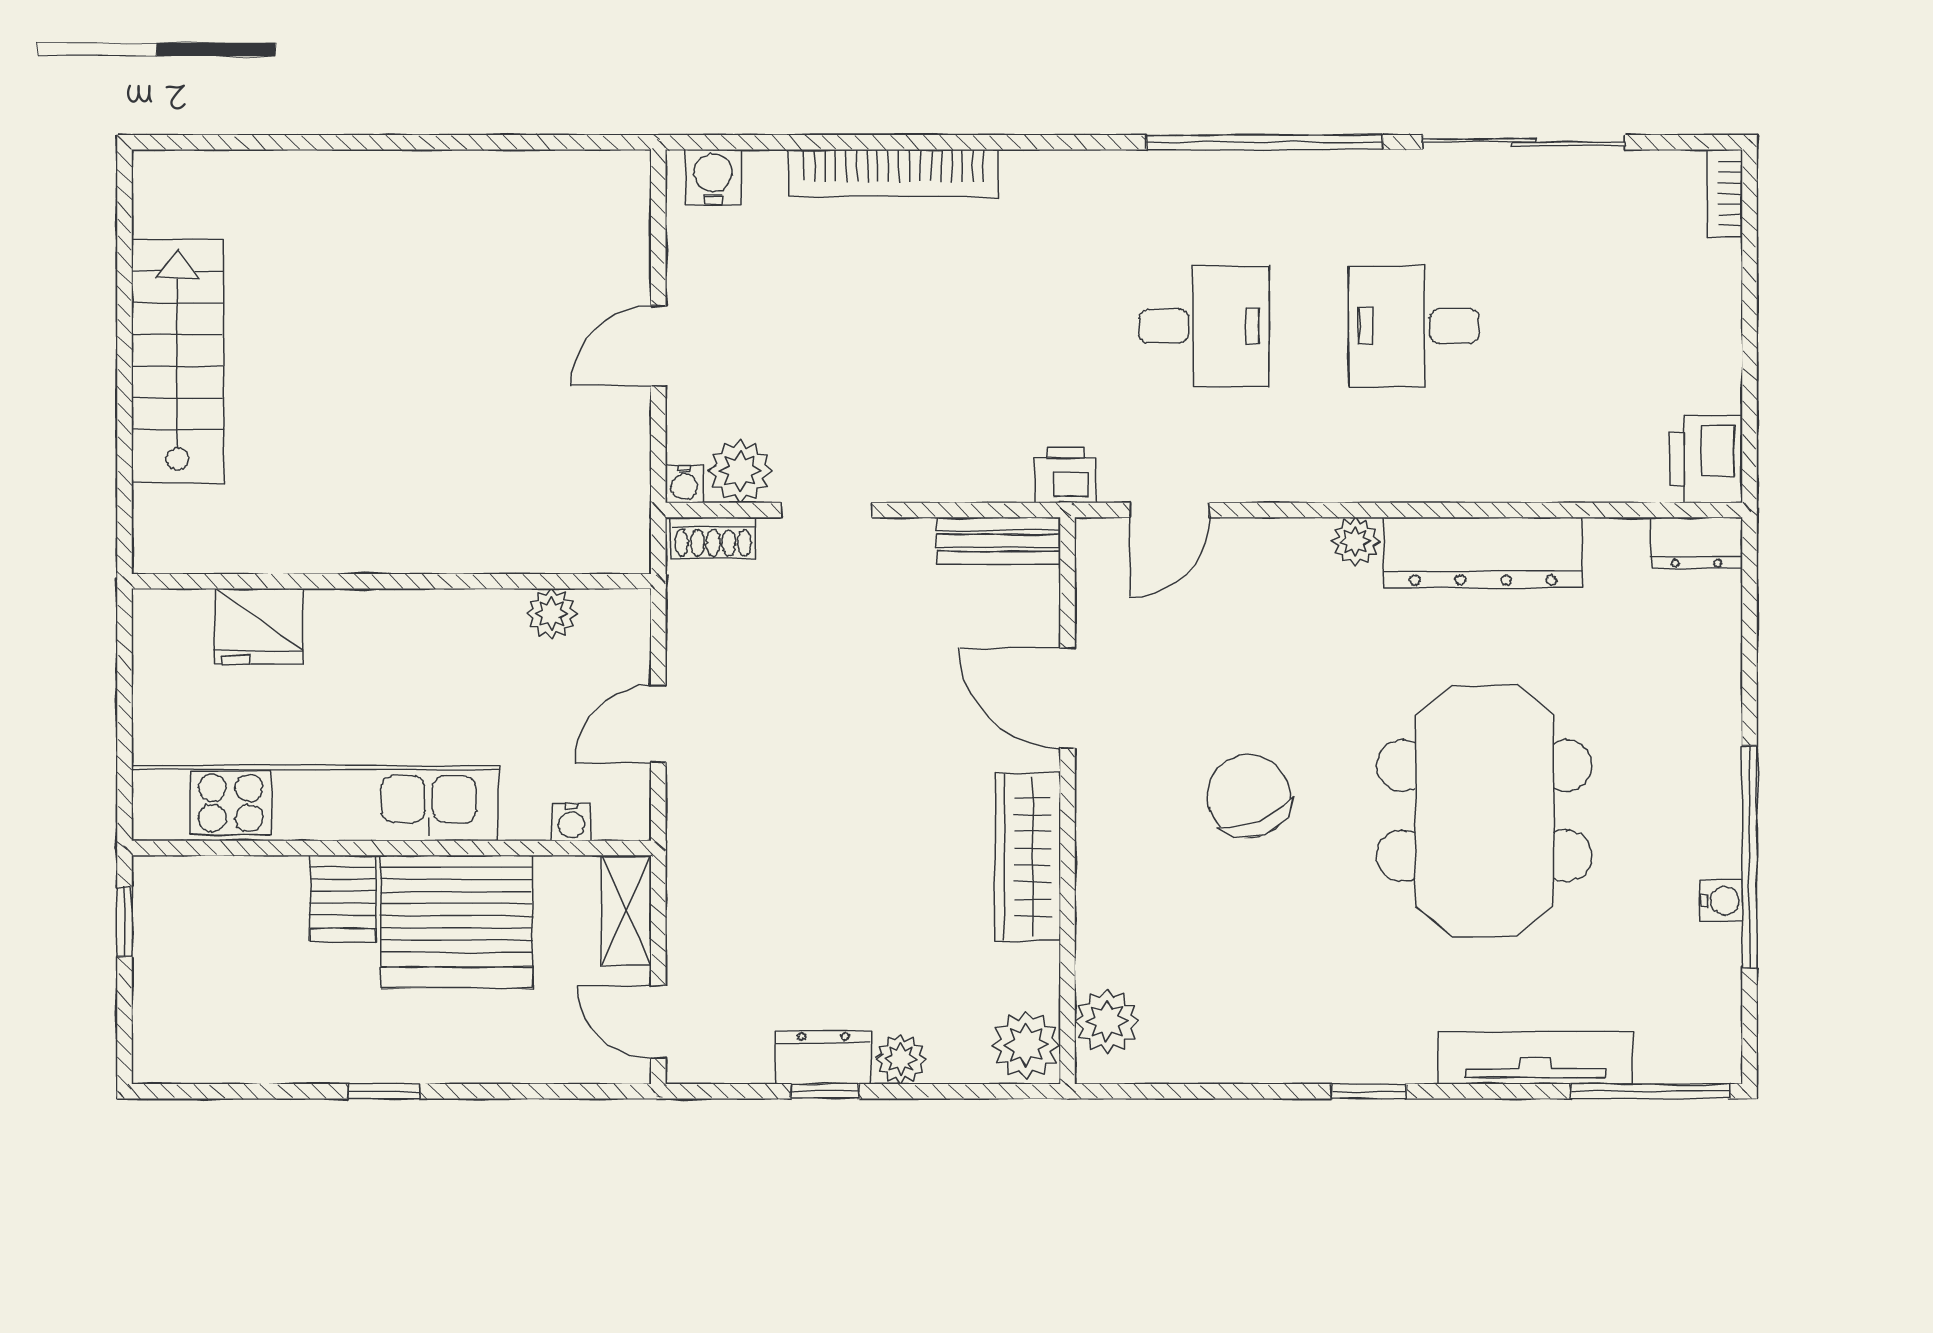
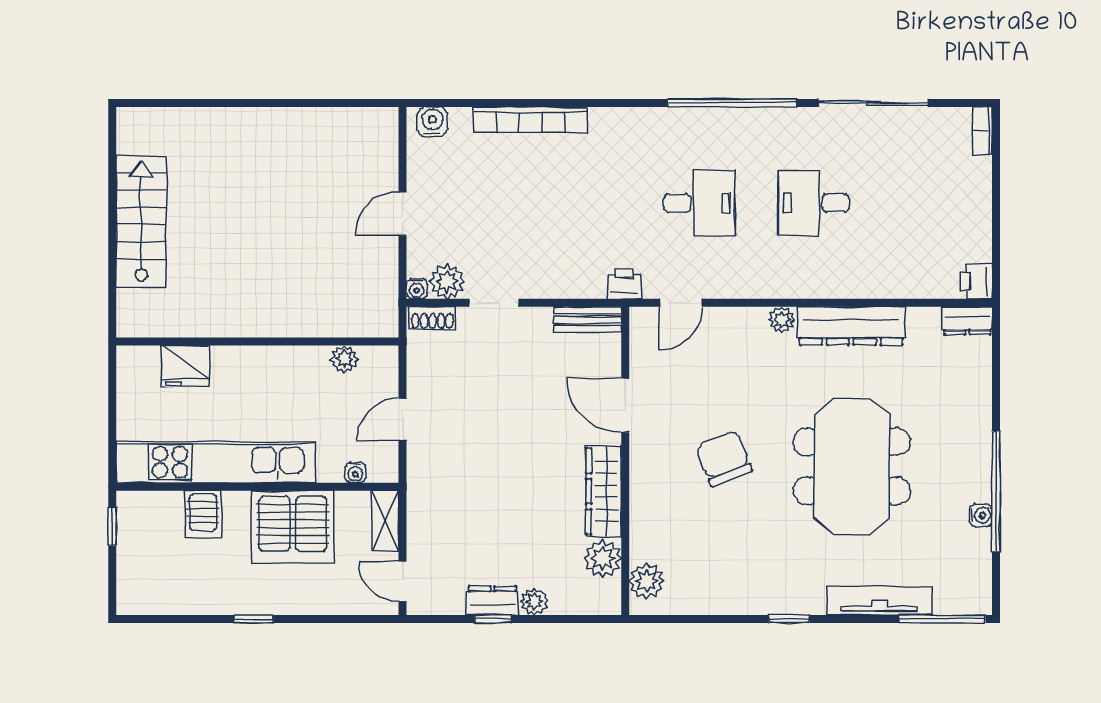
printer: (1706, 459) -> (976, 281), width x0.73, depth x0.81
server rack: (343, 899) -> (203, 514), moved
plant: (1026, 1045) -> (603, 558), moved

